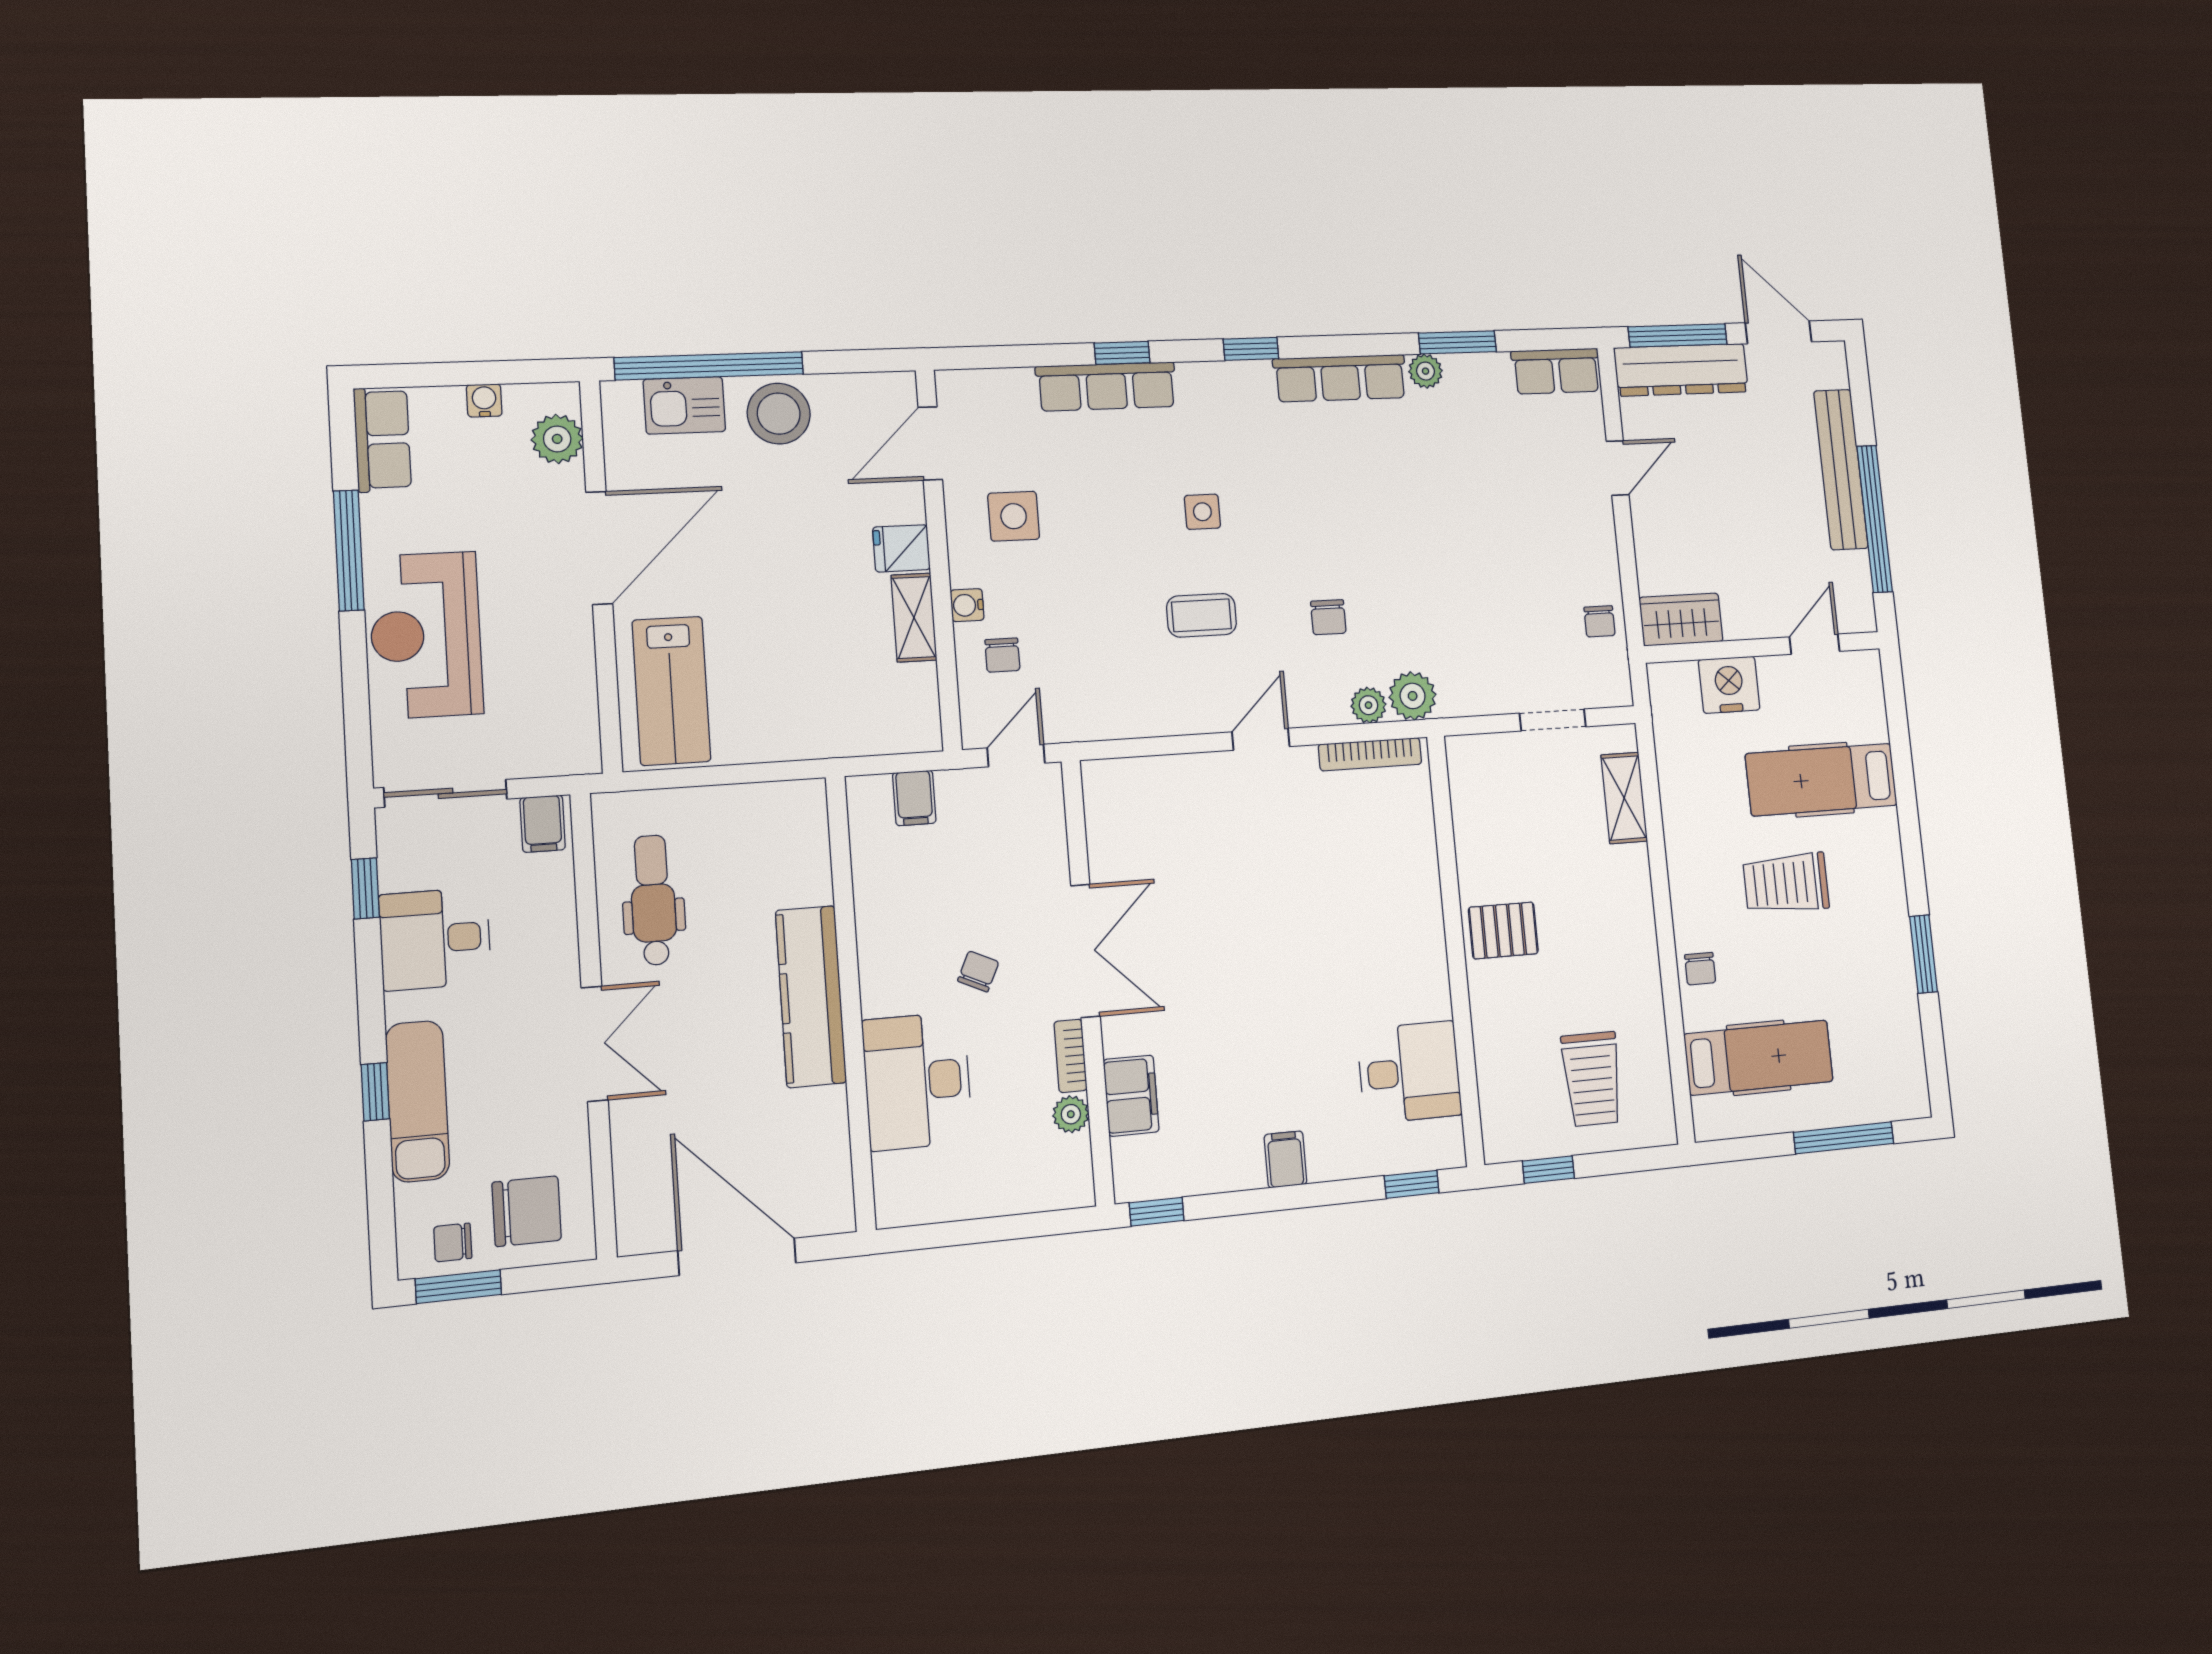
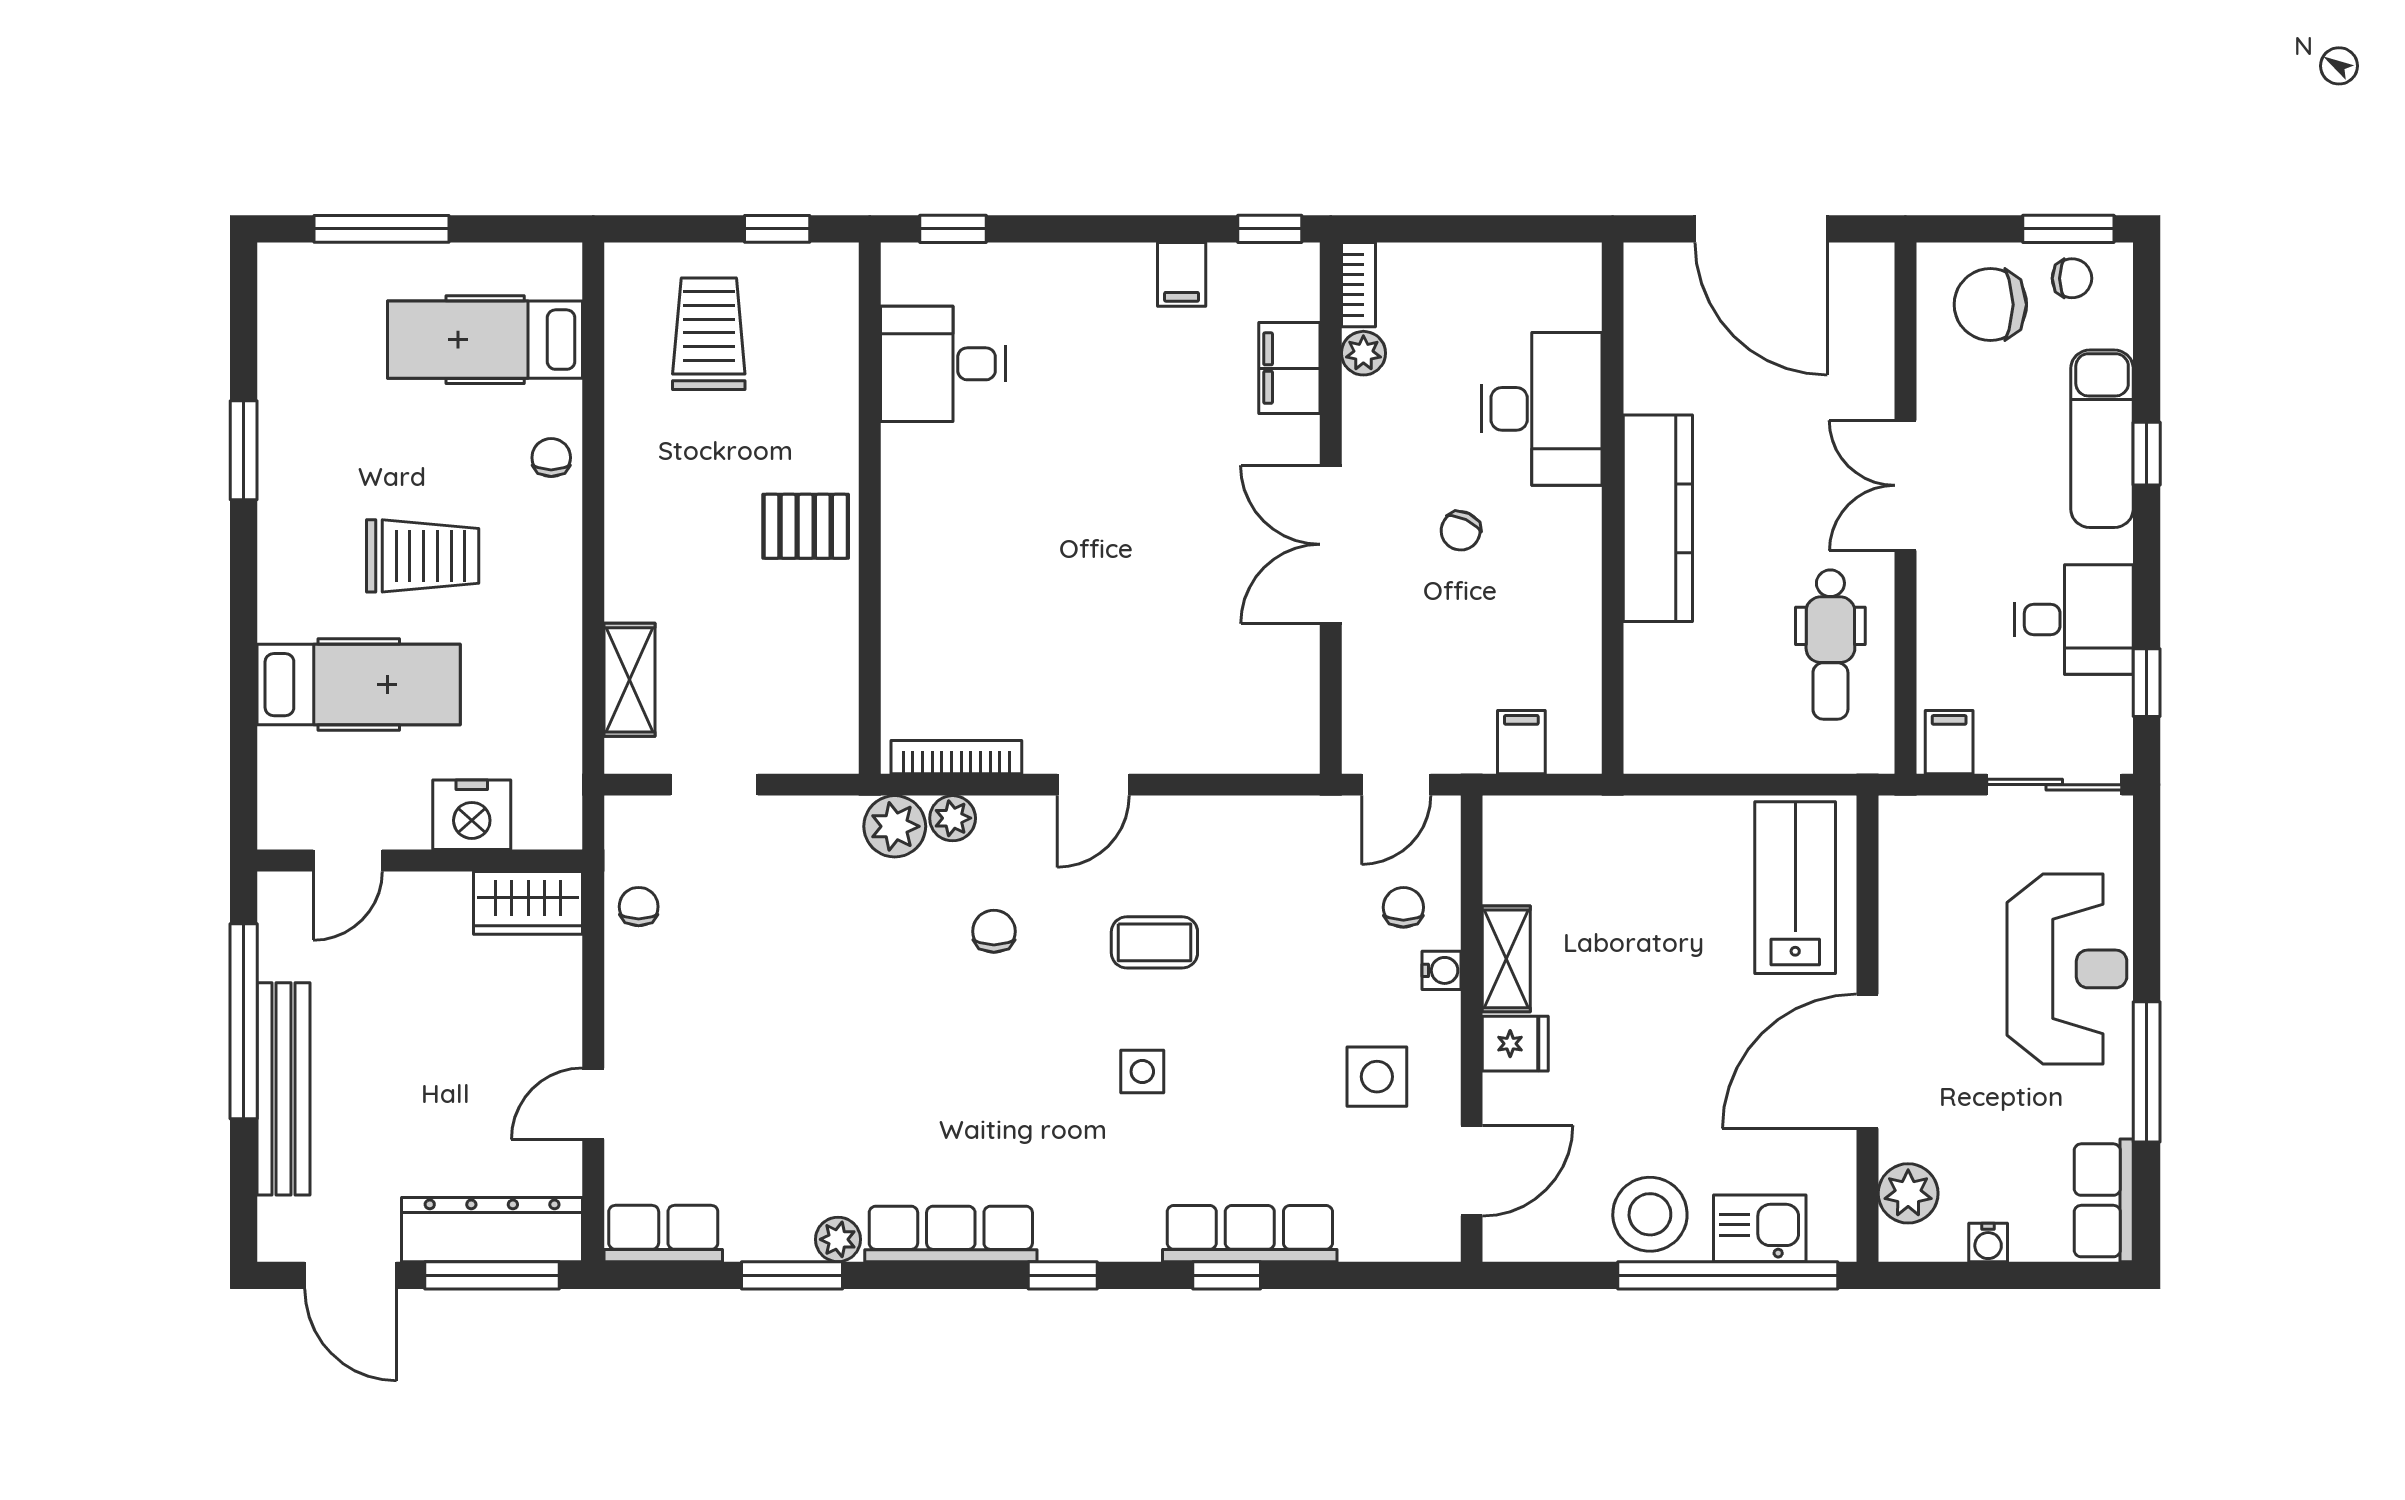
bookcase: (1071, 1056) -> (1358, 285), moved
filing cabinet: (1285, 1159) -> (1182, 274), moved

